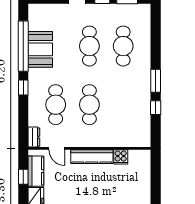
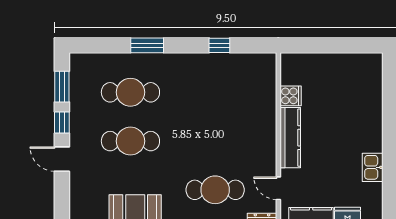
window: (156, 81) -> (147, 45), moved
cafe table: (89, 105) -> (215, 141), removed
door: (57, 148) -> (278, 188), swing flipped

